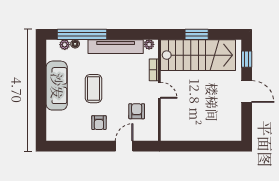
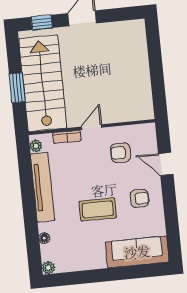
window: (82, 34) -> (32, 231), removed
plant: (65, 45) -> (48, 268), moved
sofa: (57, 86) -> (137, 252), moved

